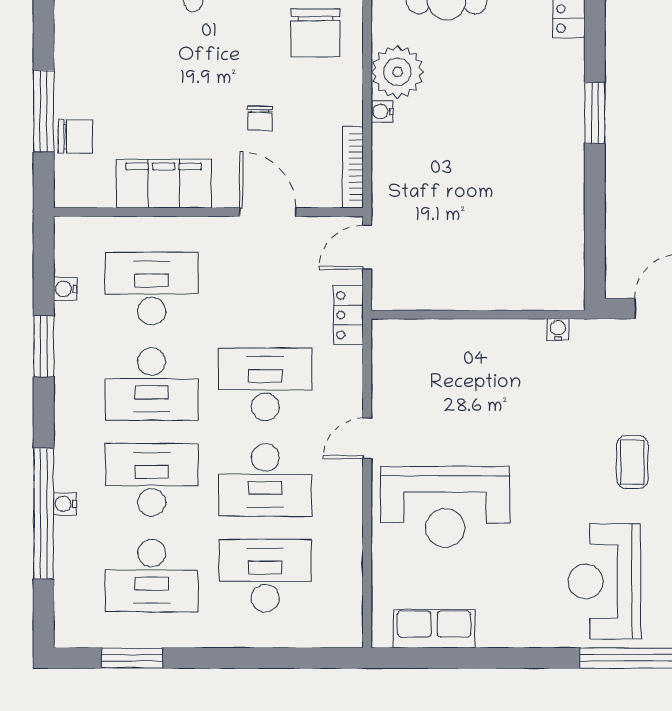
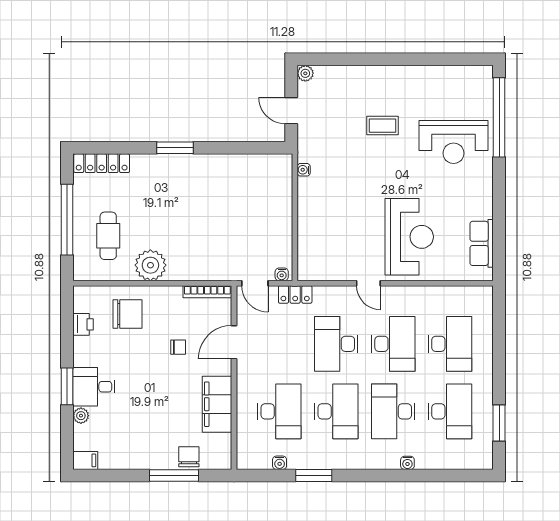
water cooler: (382, 112) -> (282, 274), moved
desk: (152, 288) -> (279, 411), turned 180
window: (44, 514) -> (413, 476), removed
desk: (265, 576) -> (450, 344), turned 180

